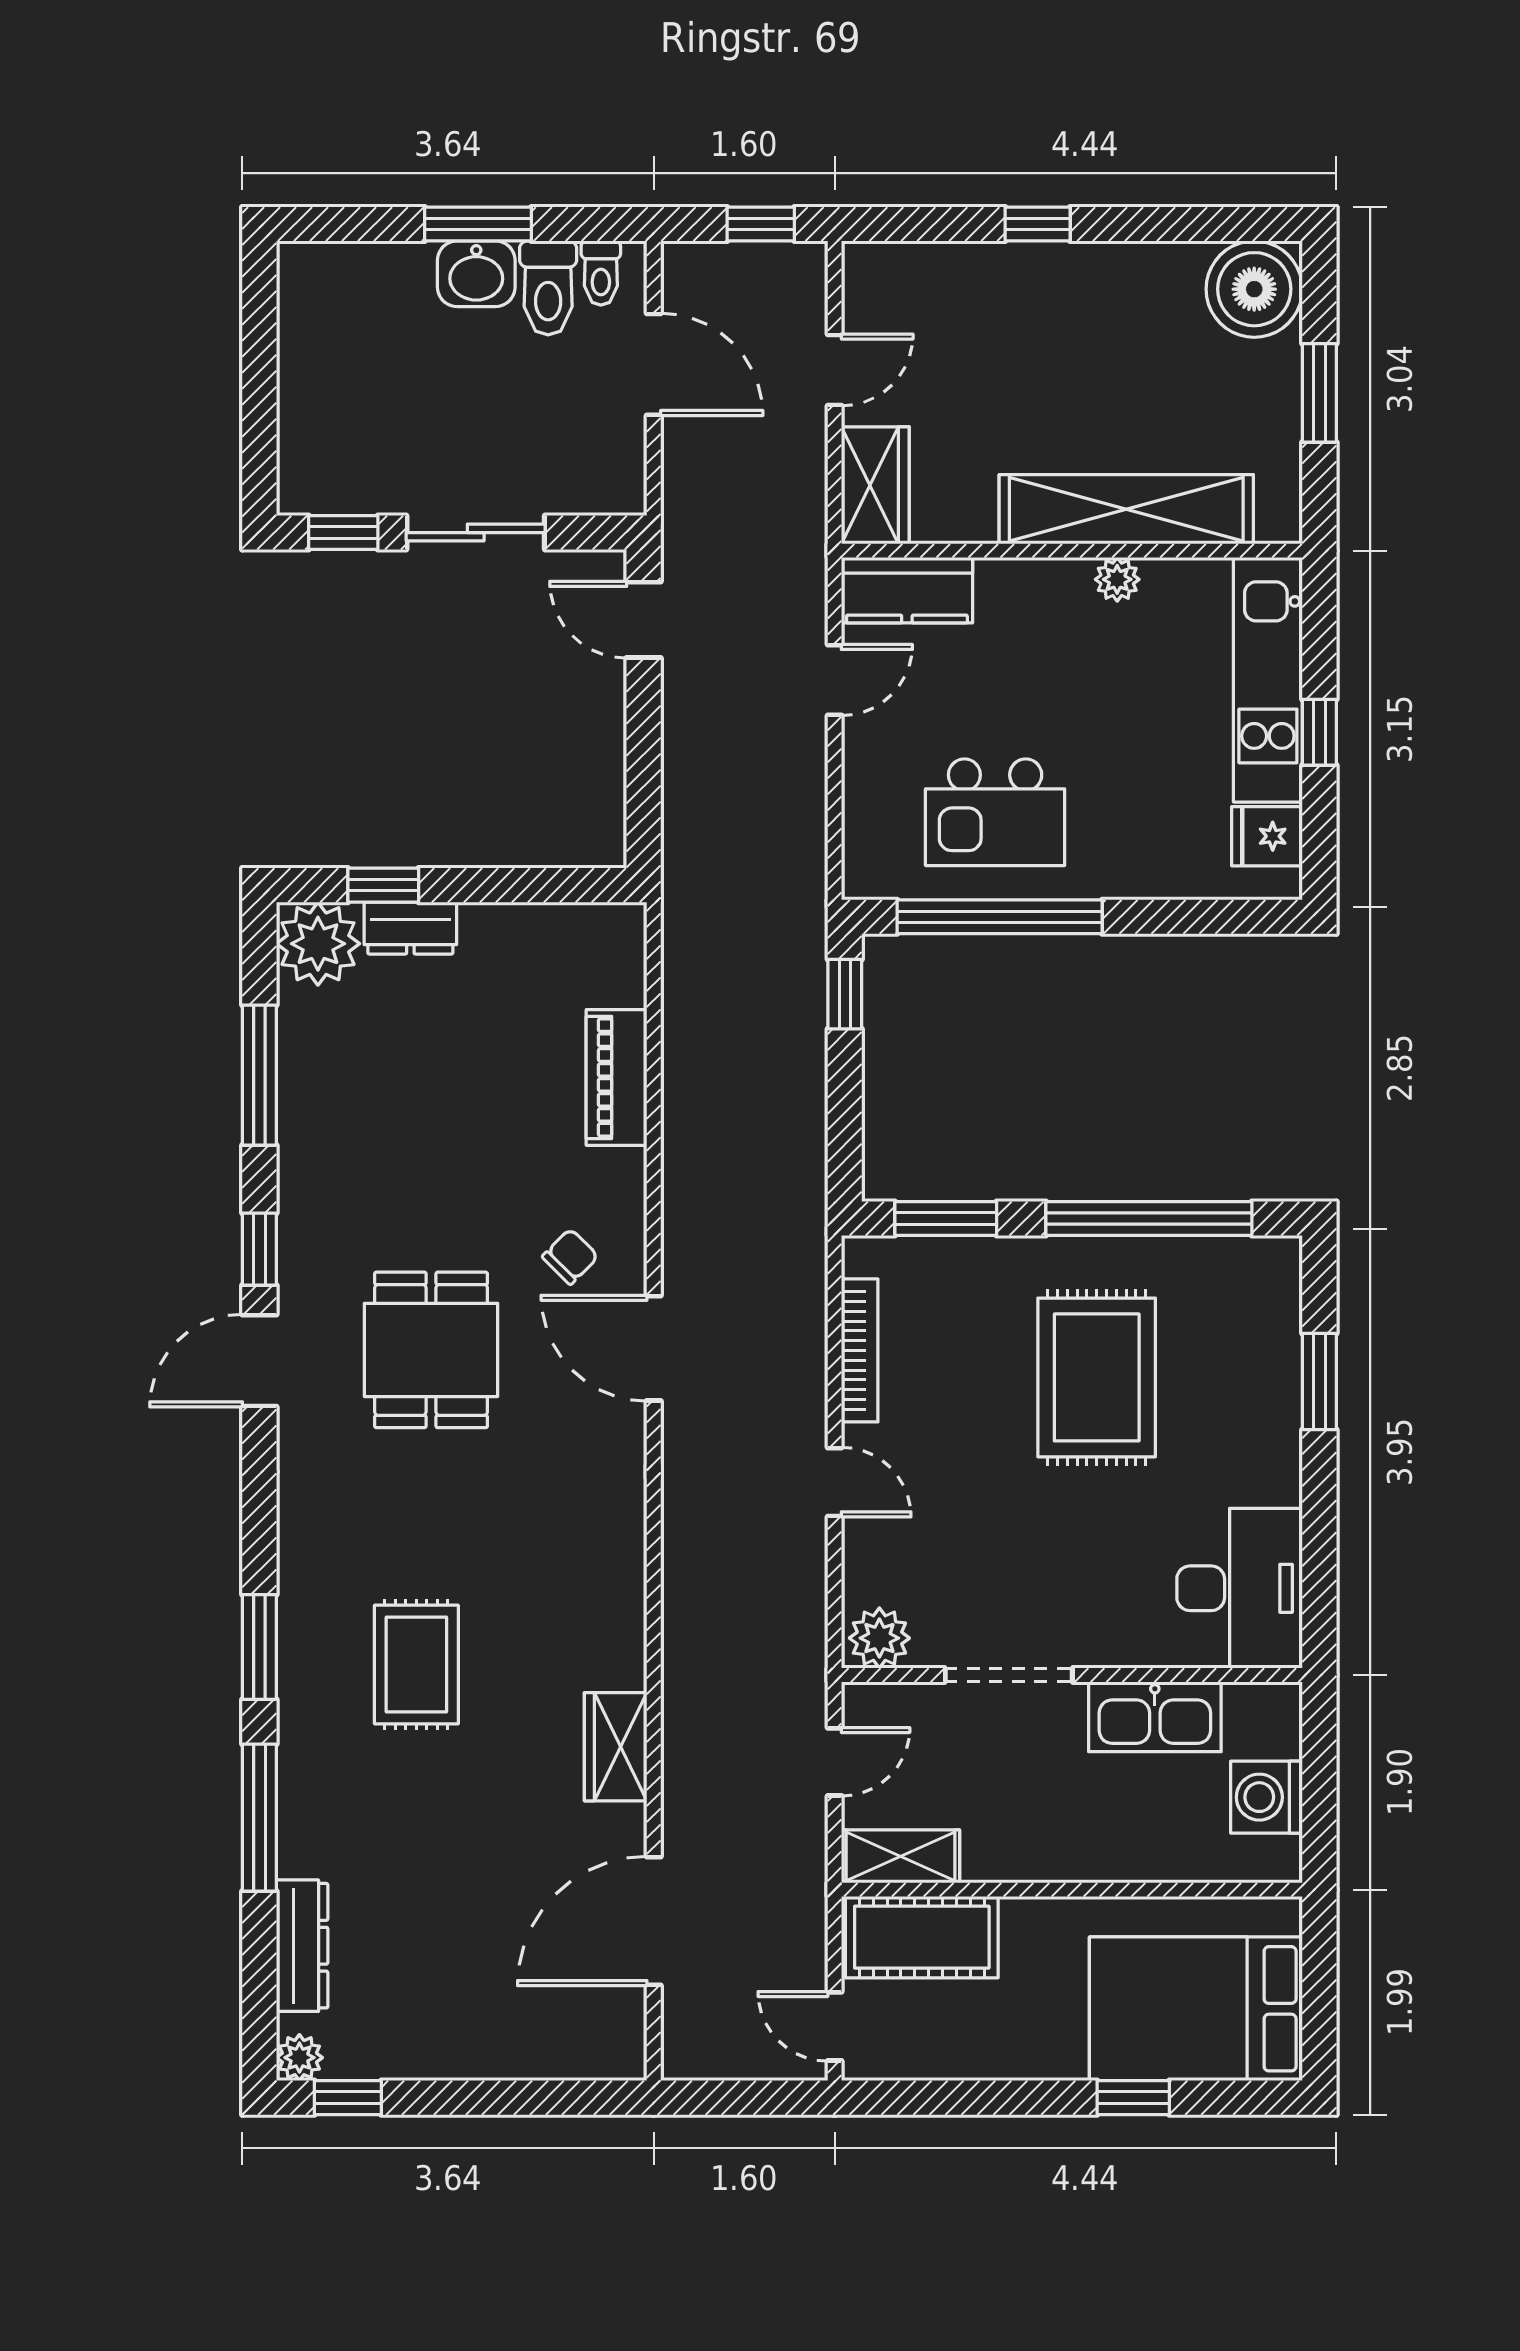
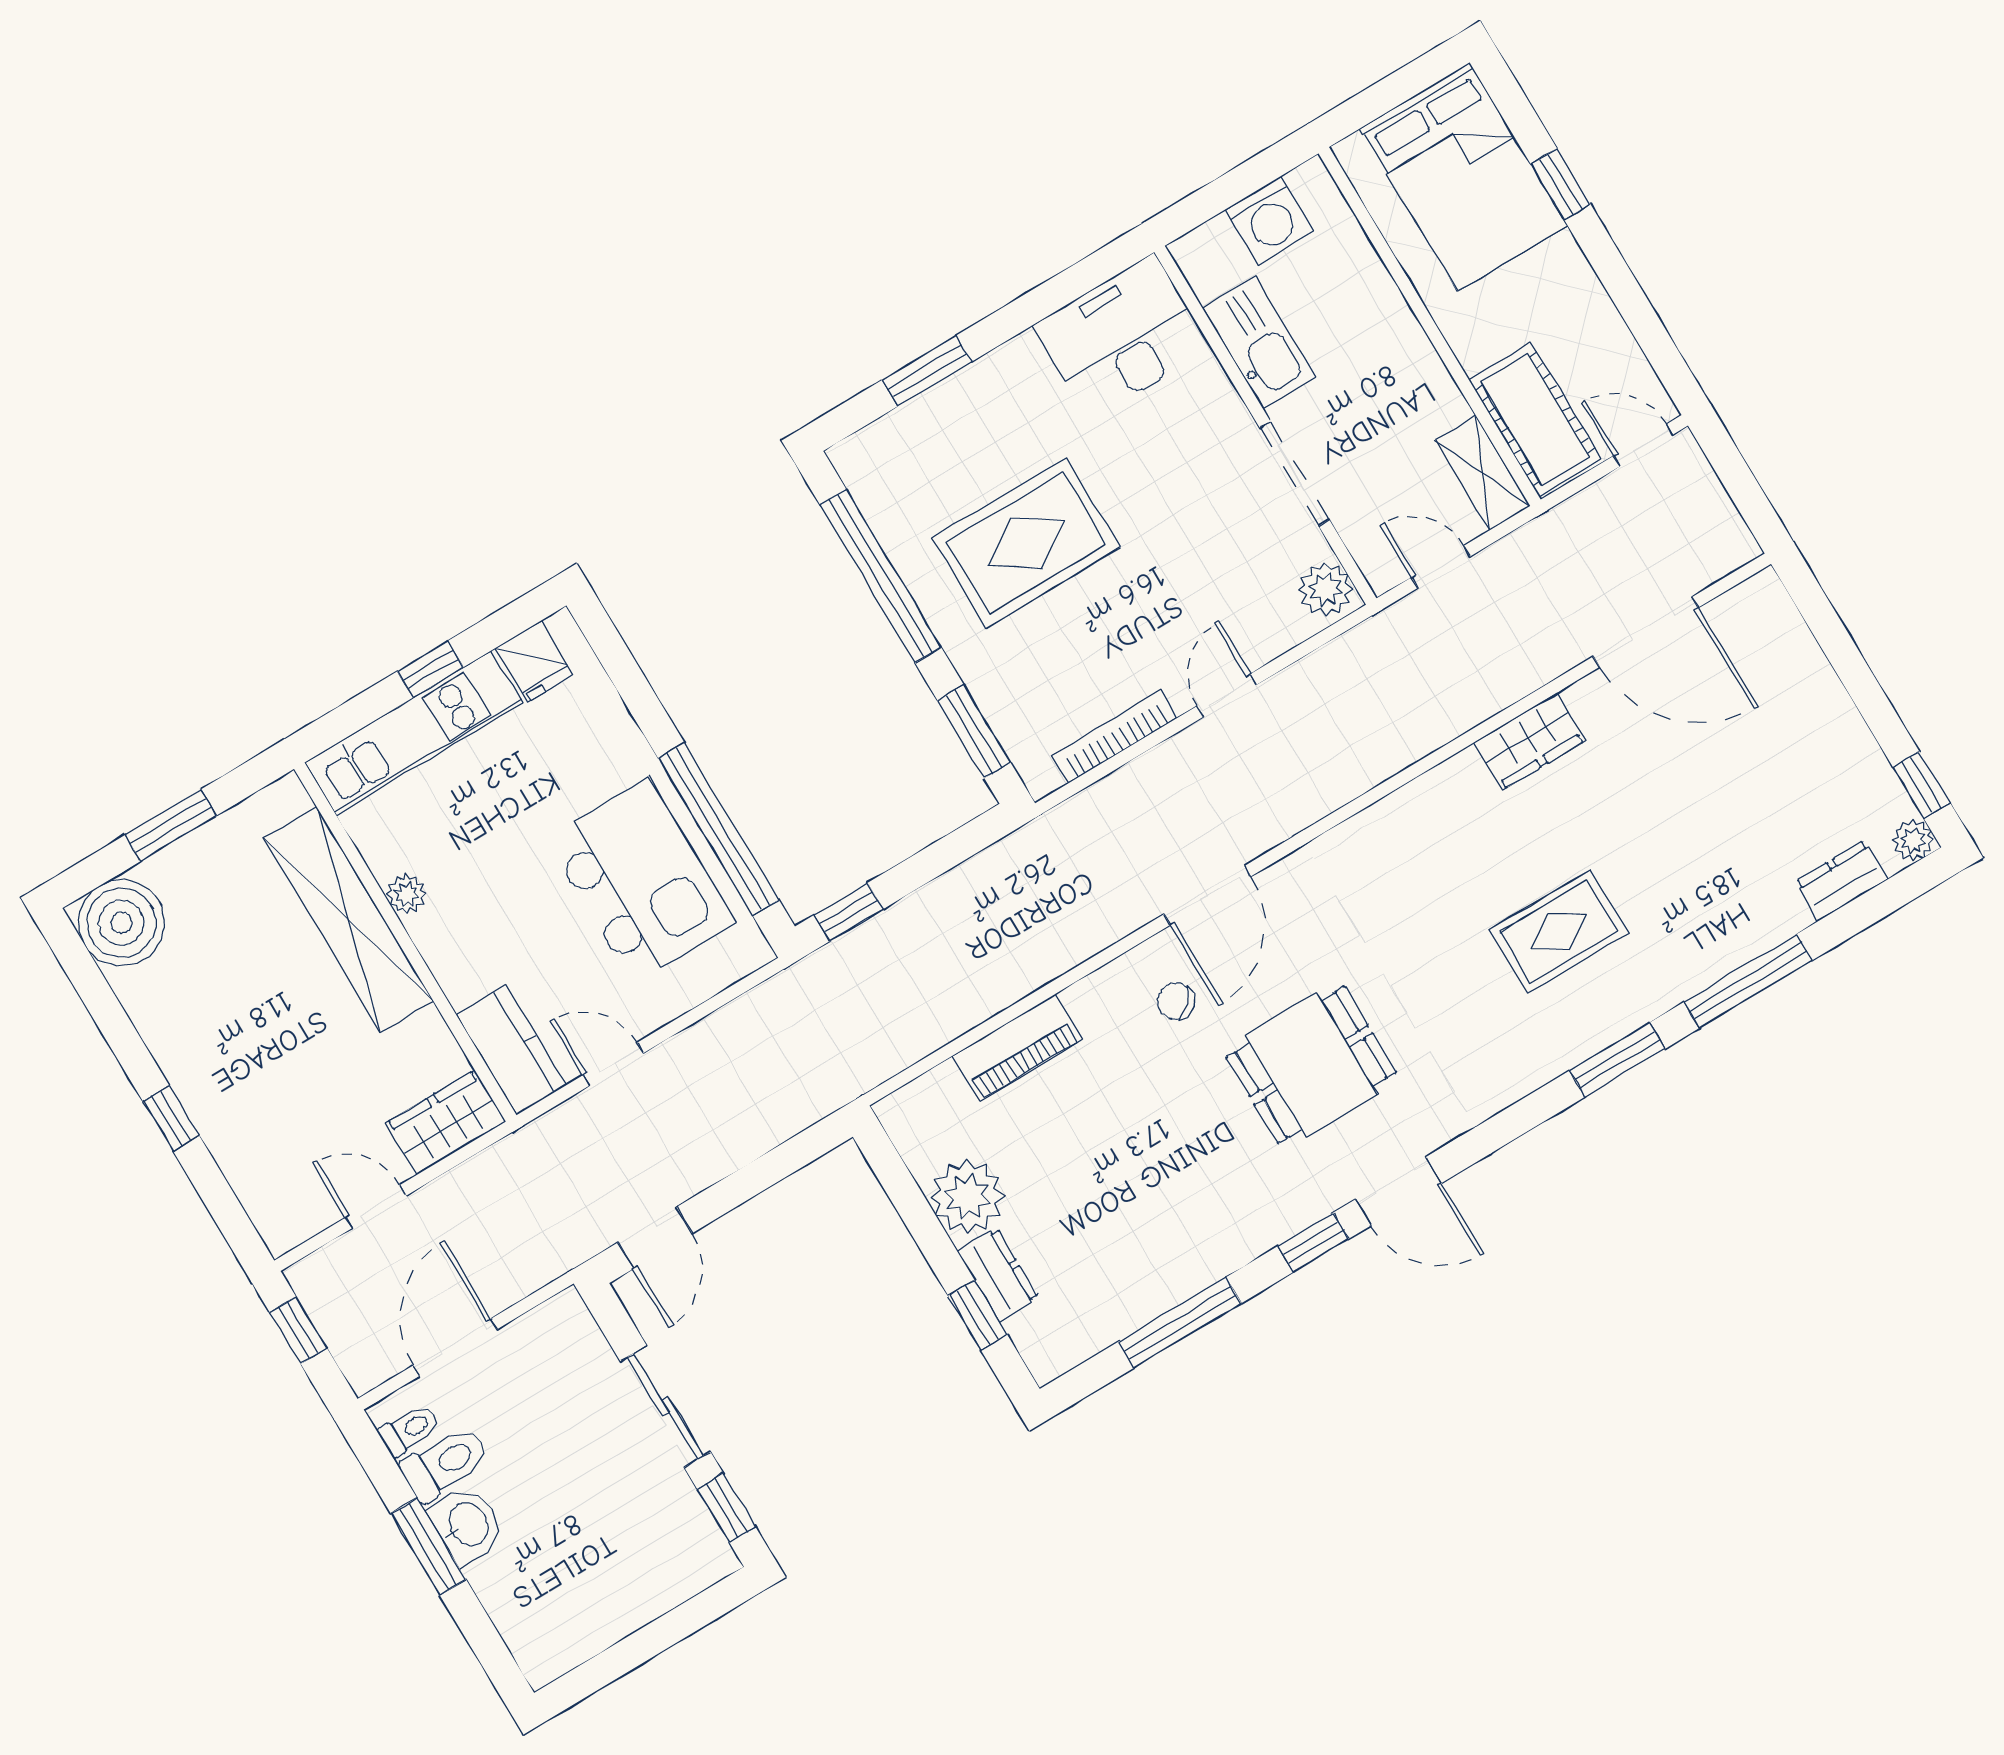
kitchen island: (995, 812) -> (641, 881), width x1.37, depth x1.28
plant: (318, 944) -> (968, 1197), moved
dresser: (302, 1946) -> (1842, 880), width x0.70
door: (835, 2026) -> (1643, 445), swing flipped

